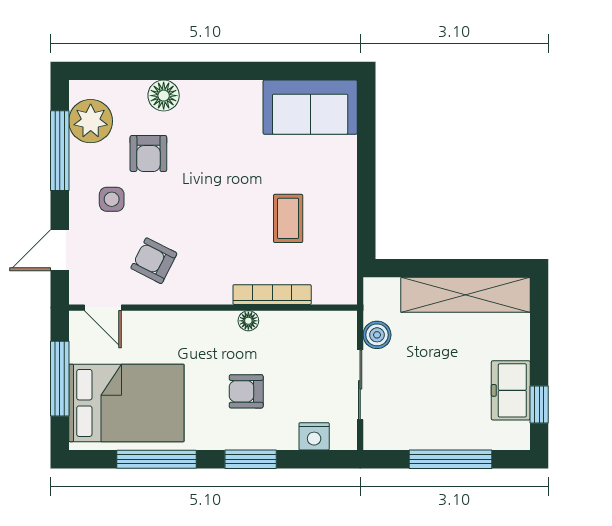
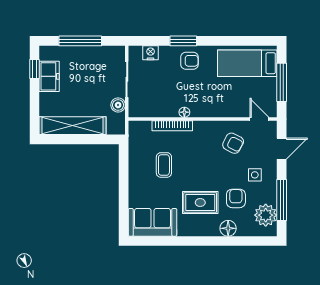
rug: (218, 146) -> (200, 203), added
armchair: (246, 391) -> (189, 61), moved
bed: (126, 403) -> (247, 63), width x0.67
window: (156, 459) -> (232, 41), removed

